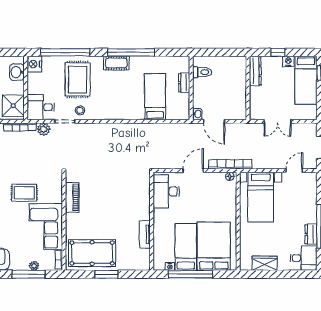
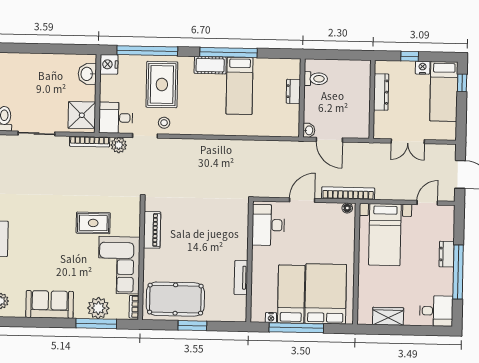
dresser: (255, 71) -> (381, 92), moved
bed: (155, 97) -> (240, 86), moved, turned 180
dresser: (311, 234) -> (447, 254), moved
plant: (34, 266) -> (98, 308), width x1.87, depth x1.87

